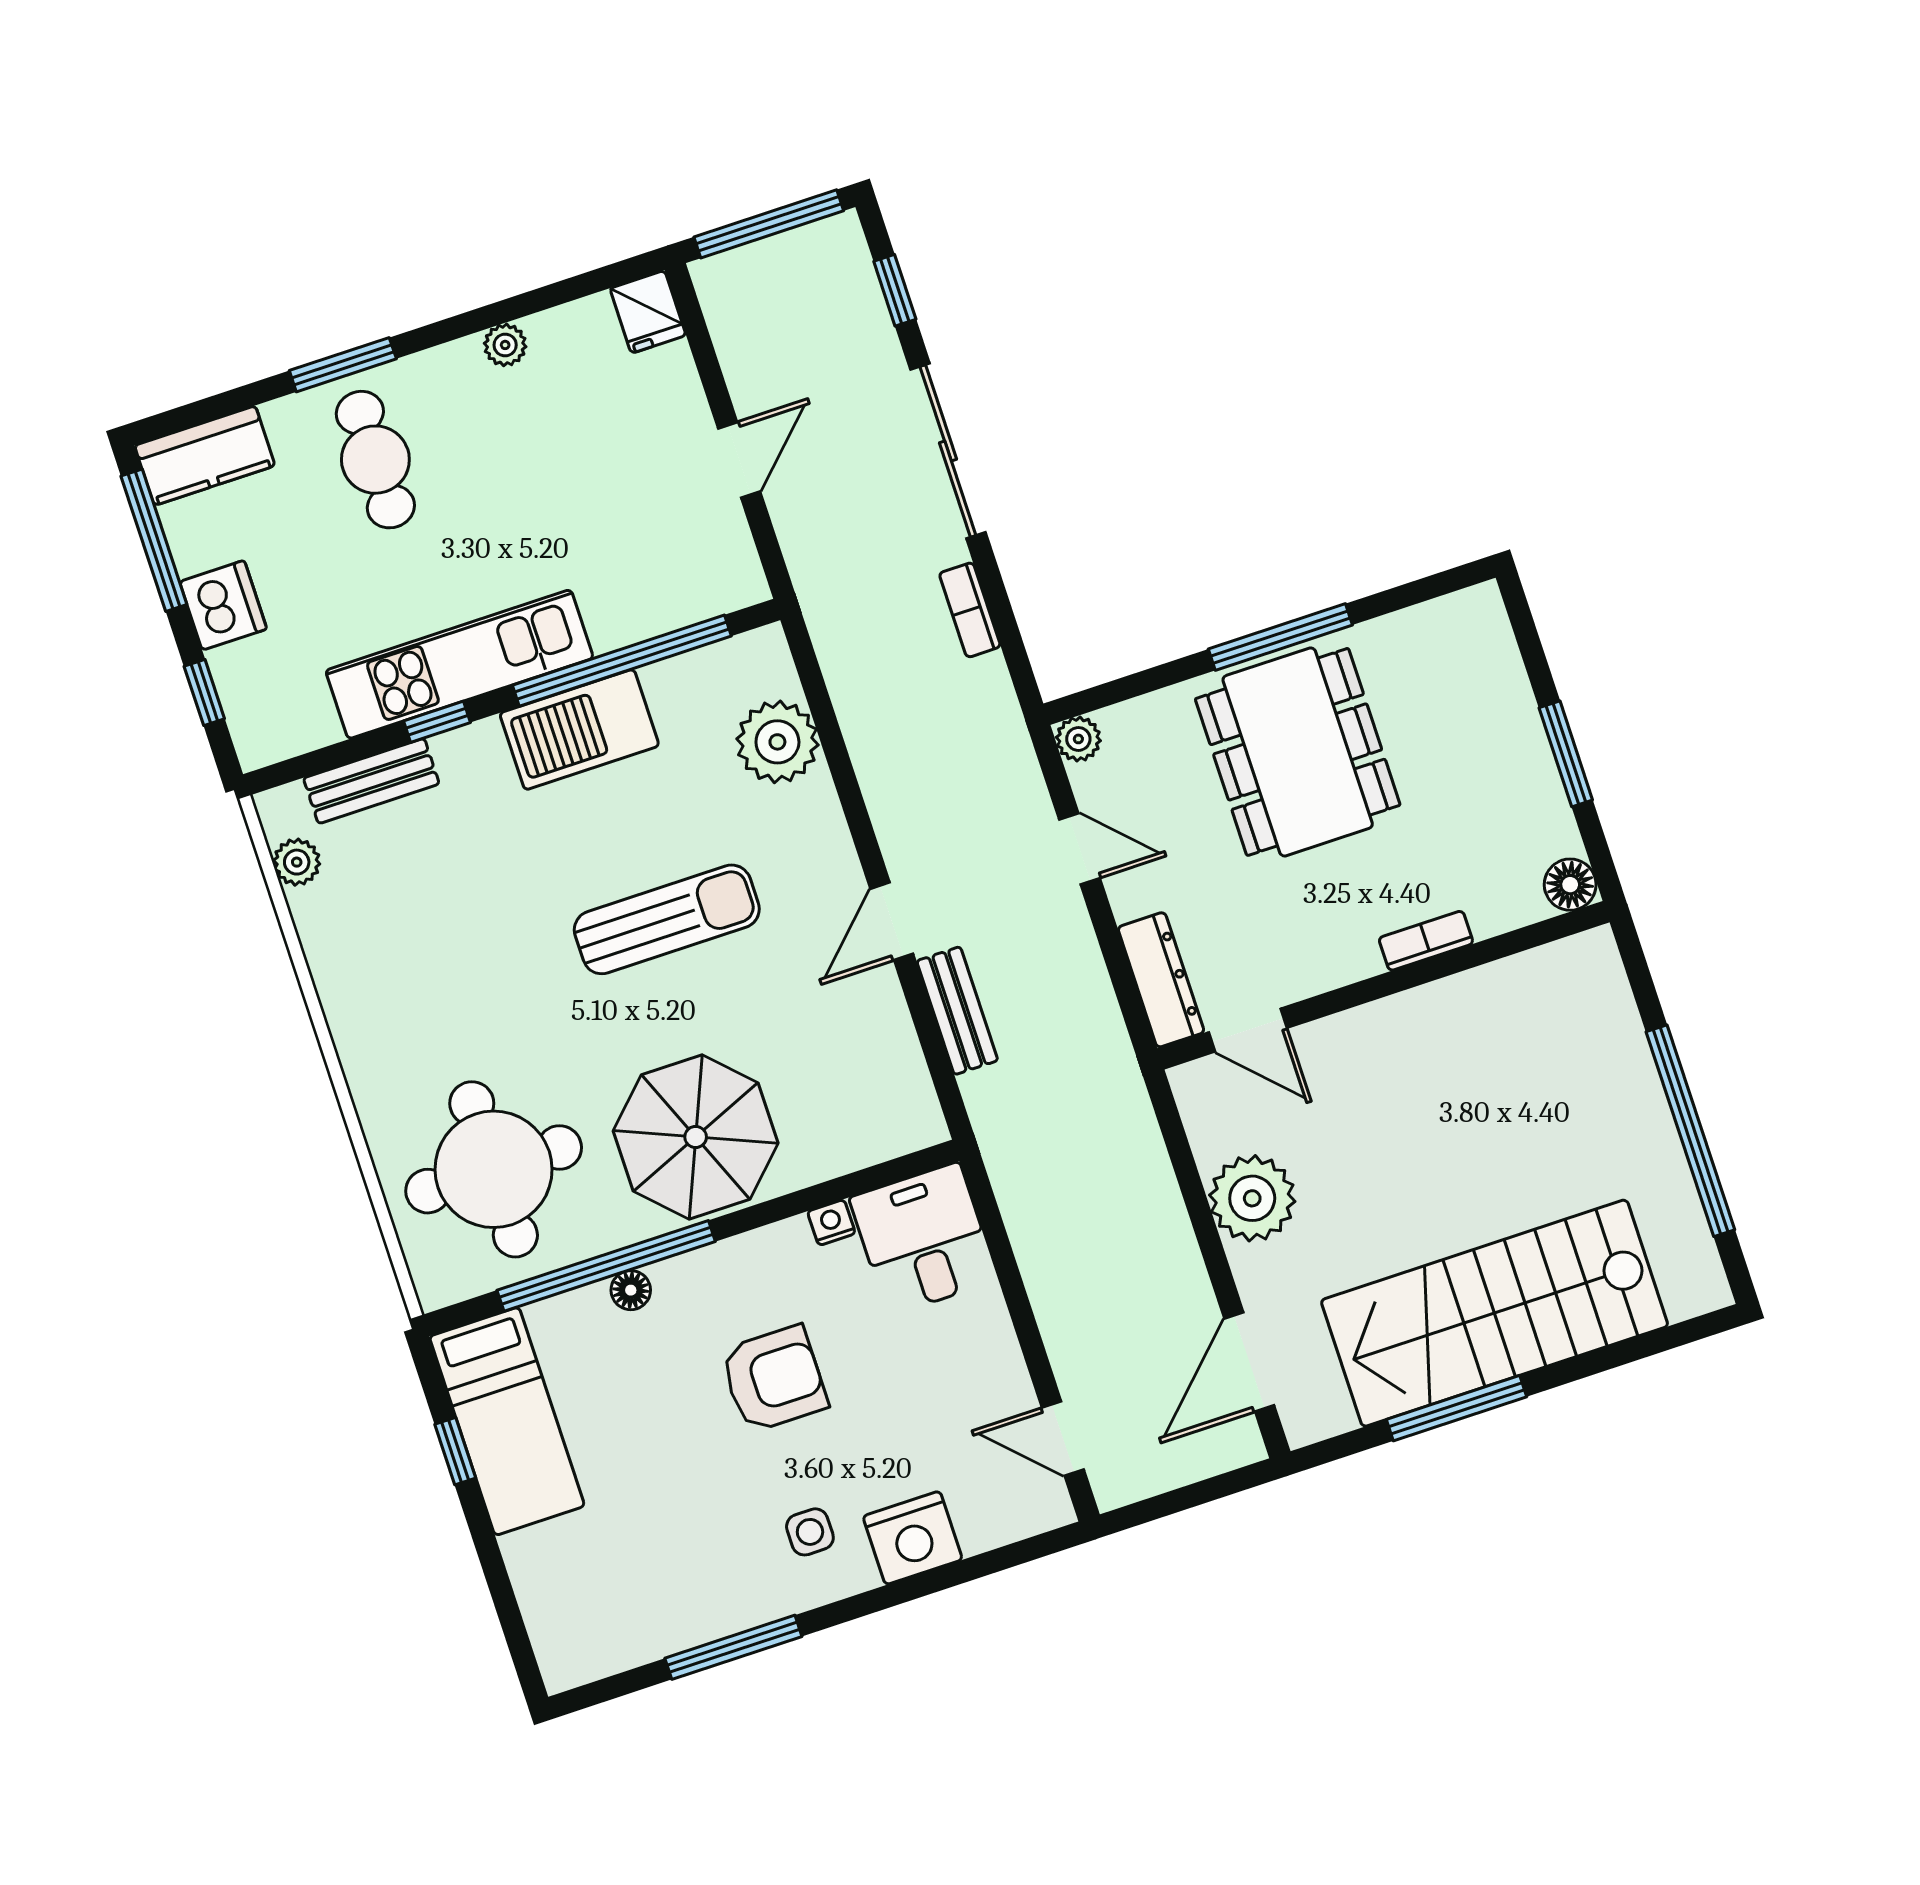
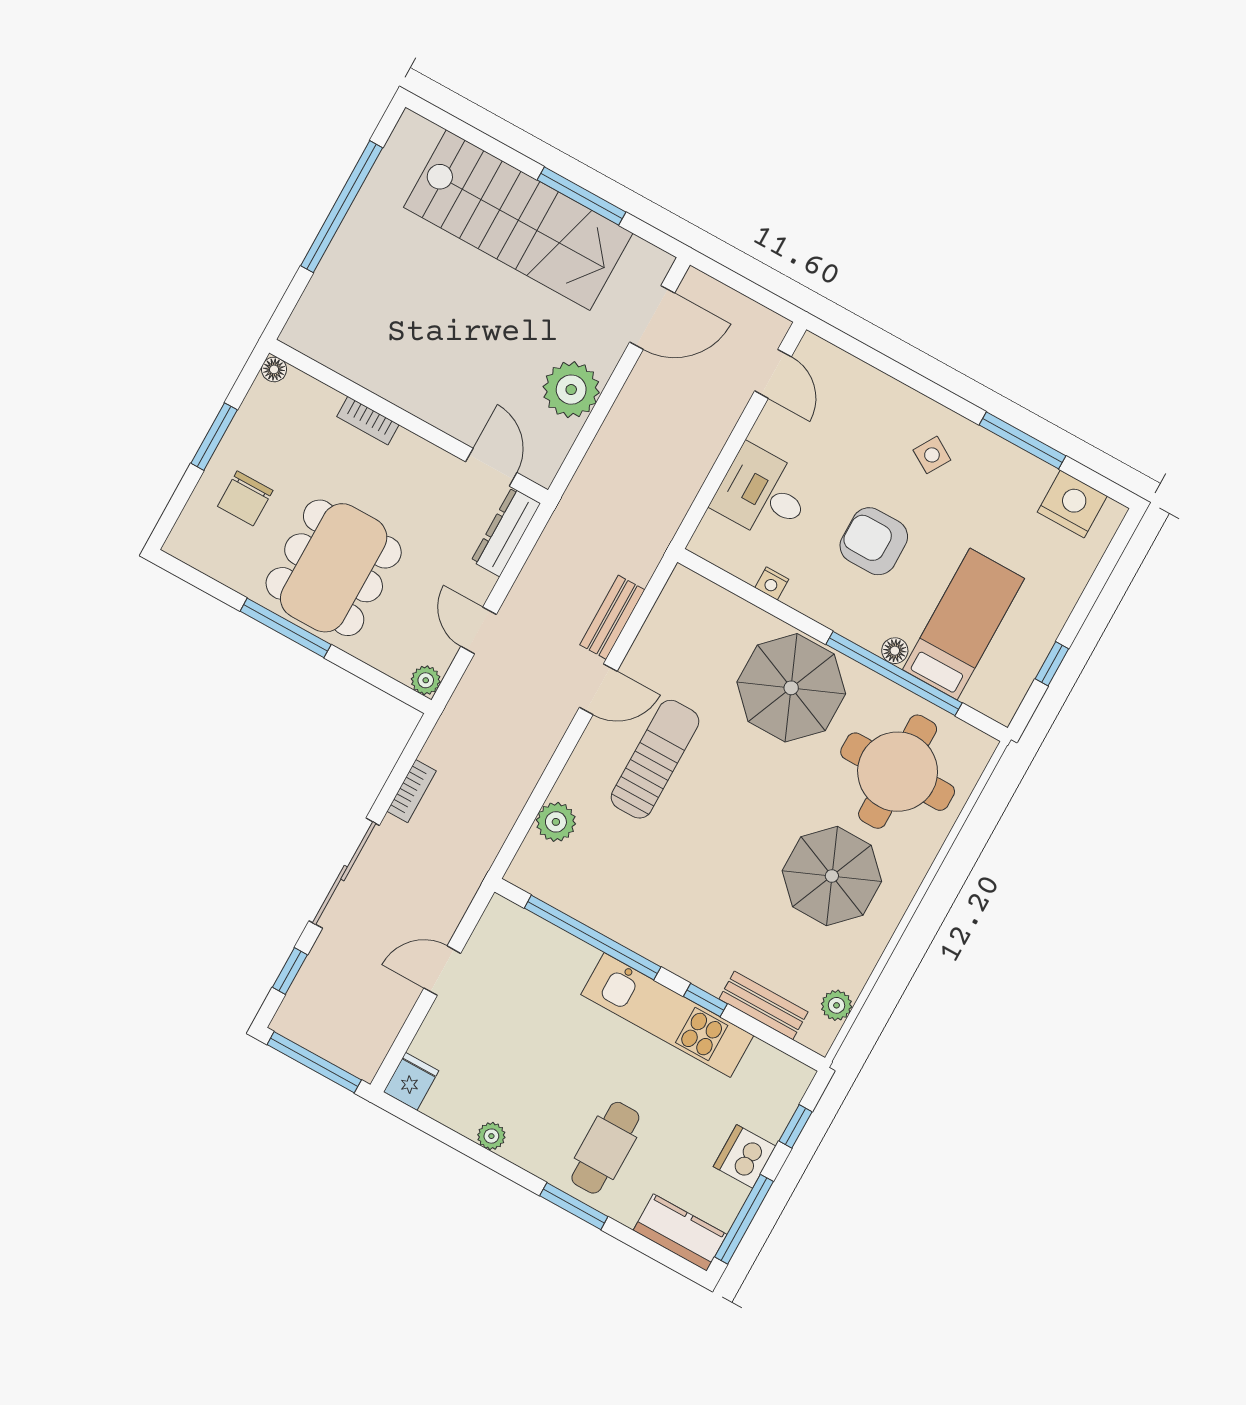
chair: (1465, 725) -> (245, 498), added
barbecue: (579, 730) -> (645, 927), removed
plant: (777, 742) -> (556, 822), width x0.73, depth x0.73
floor lamp: (1570, 885) -> (274, 369), width x0.73, depth x0.73
sun lounger: (667, 919) -> (655, 759), moved, turned 90
parasol: (445, 989) -> (832, 876), added
desk: (924, 1239) -> (763, 493), moved, turned 90
bed: (507, 1421) -> (964, 624), moved
side table: (810, 1532) -> (932, 455), turned 31
nightstand: (913, 1538) -> (1072, 504), moved

